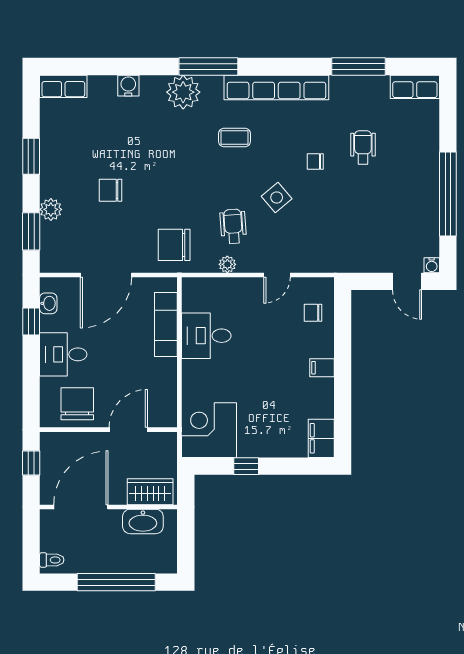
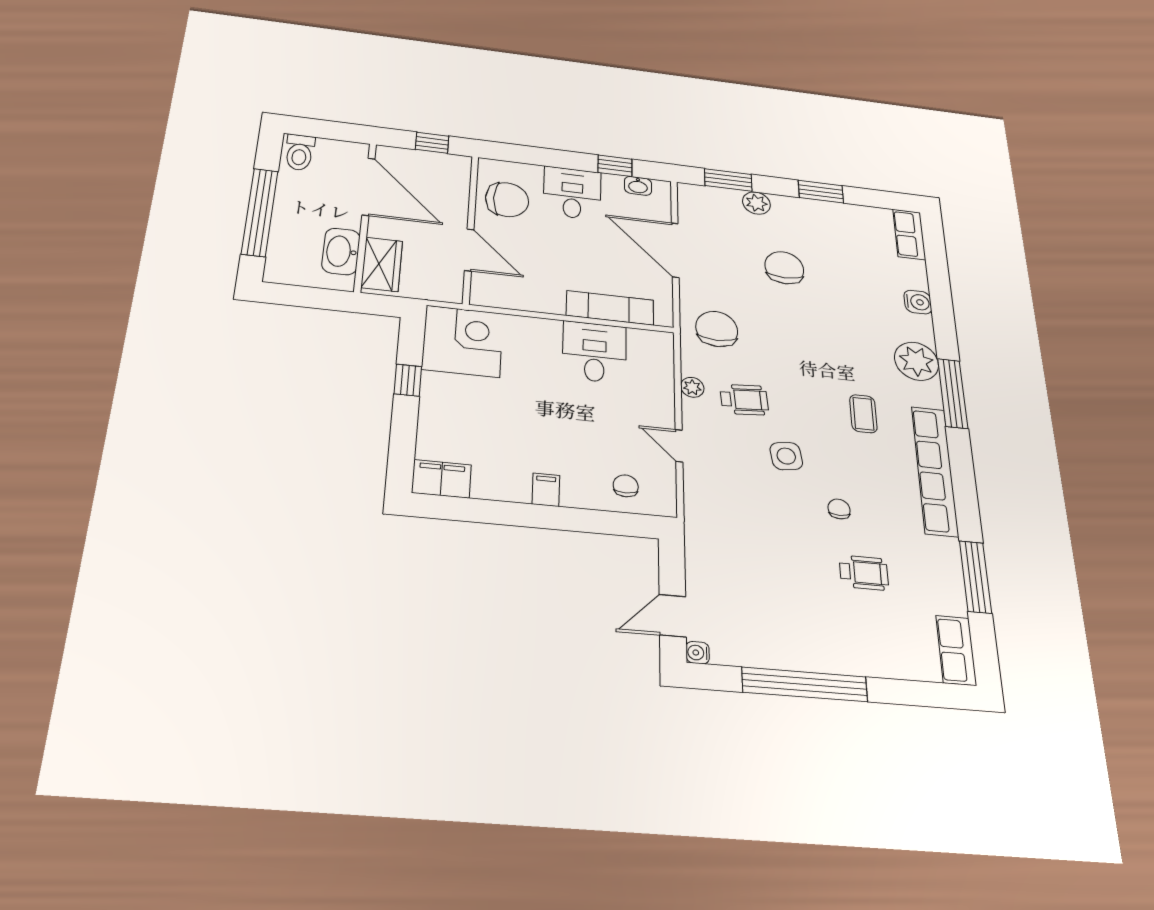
chair: (110, 190) -> (784, 268), width x1.37, depth x1.37
side table: (277, 197) -> (786, 456), turned 32
toilet: (52, 560) -> (300, 152), width x1.37, depth x1.39

